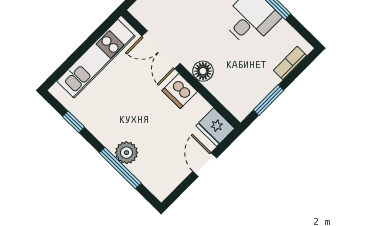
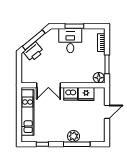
floor lamp: (203, 71) -> (99, 78), moved
fridge: (215, 127) -> (86, 94), moved
door: (205, 165) -> (107, 112), swing flipped

